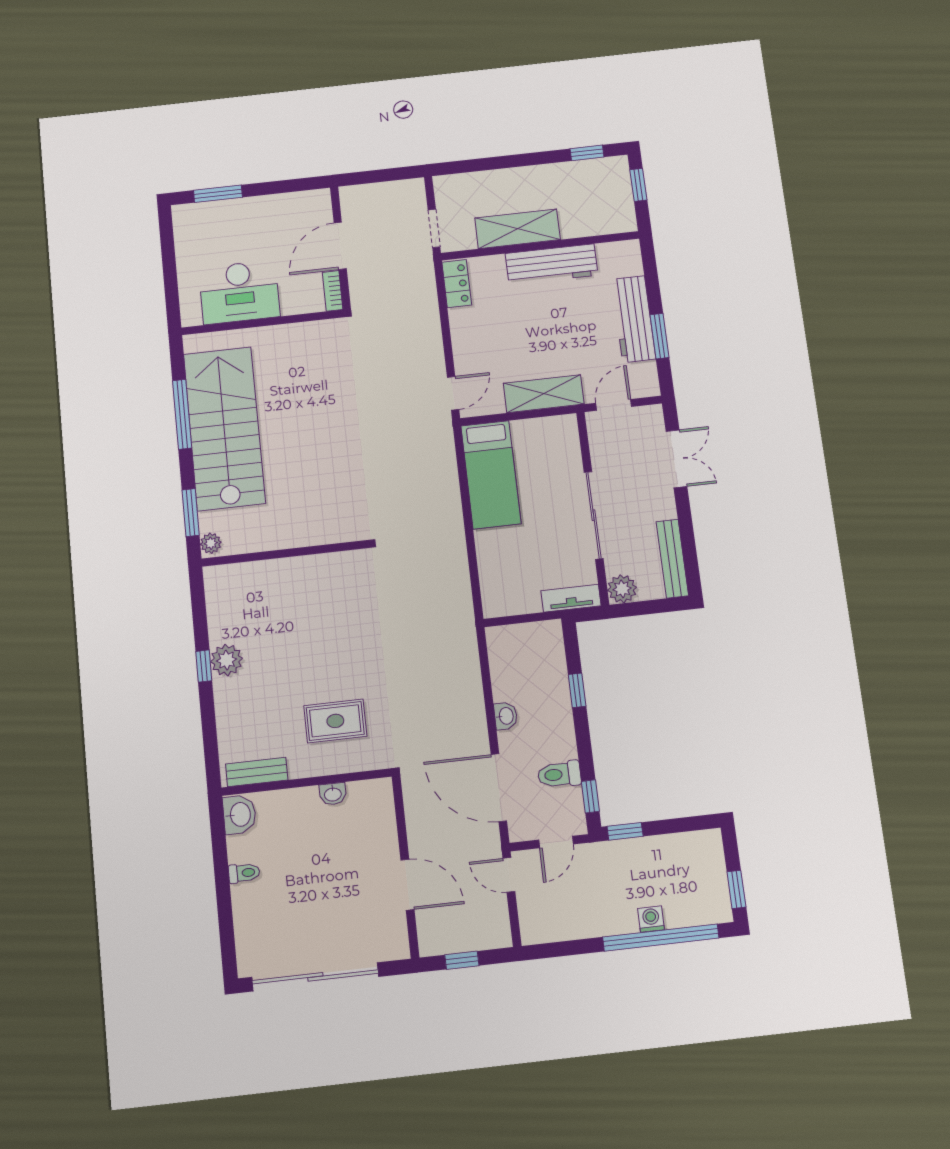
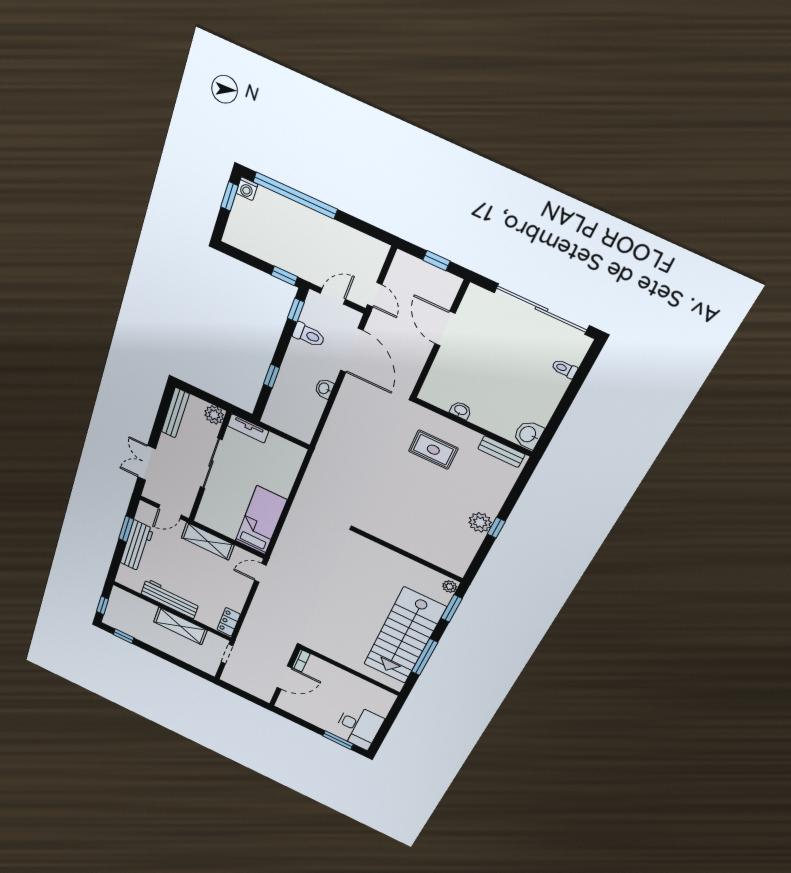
desk: (239, 292) -> (359, 727), moved, turned 90
toilet: (244, 873) -> (565, 369), moved
washing machine: (651, 919) -> (247, 189), moved

